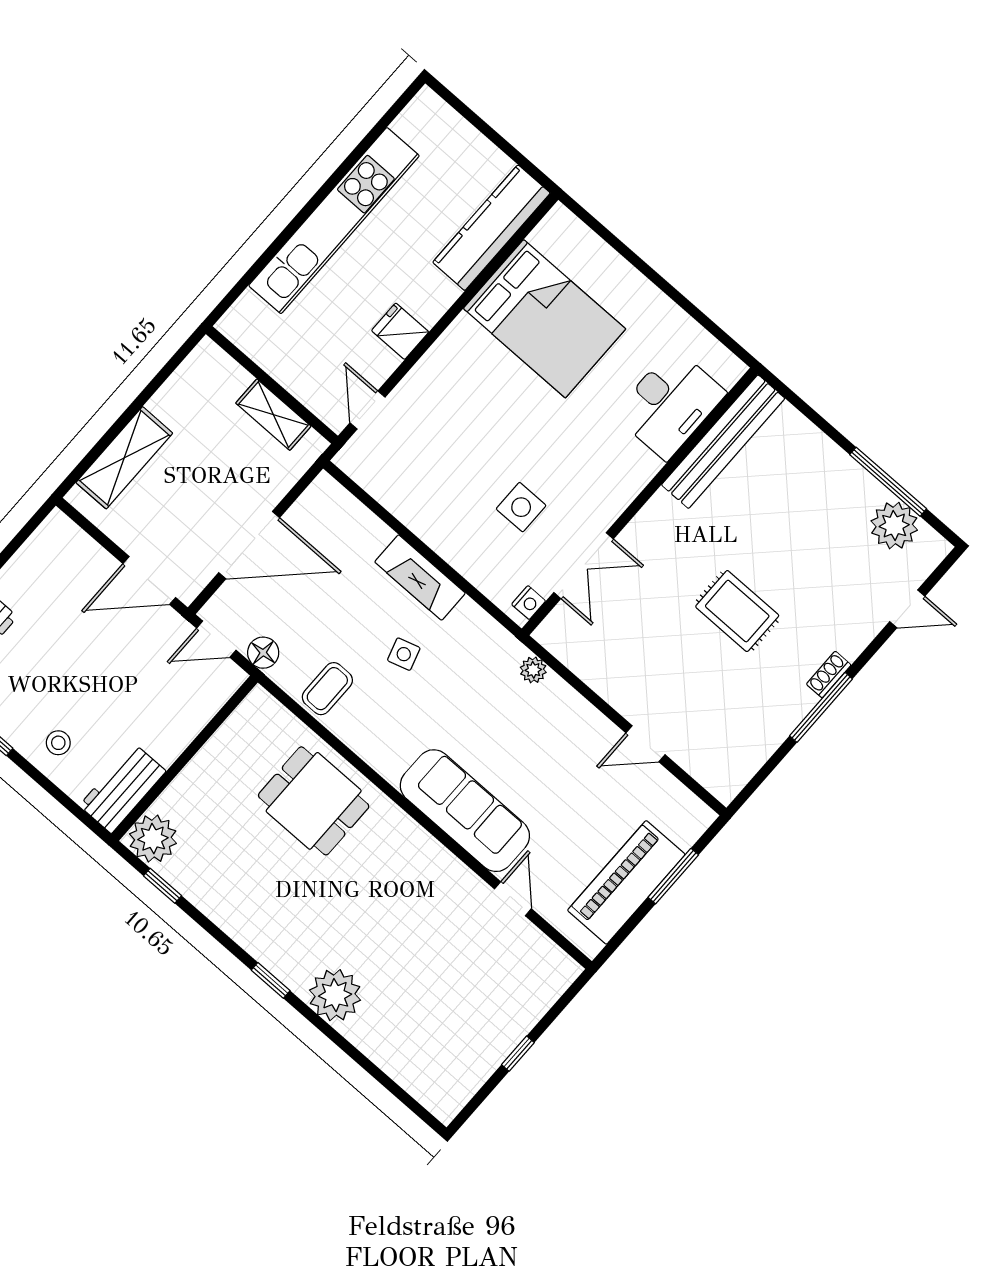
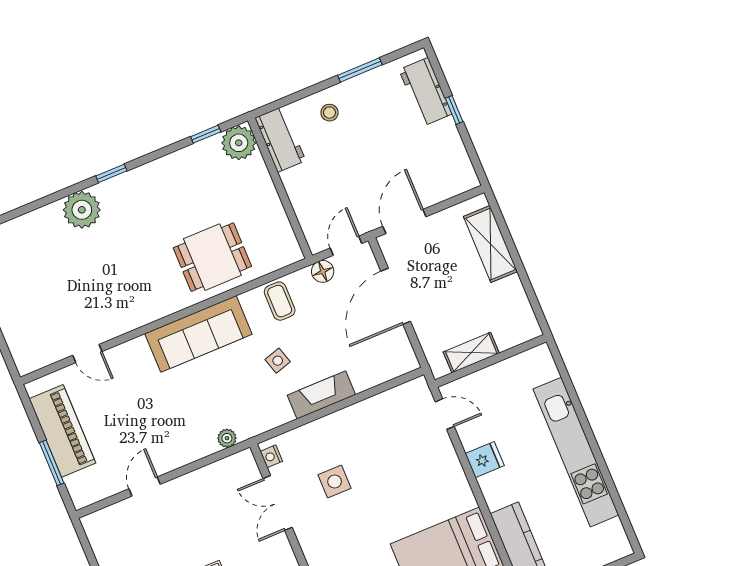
sofa: (465, 811) -> (198, 334), moved

